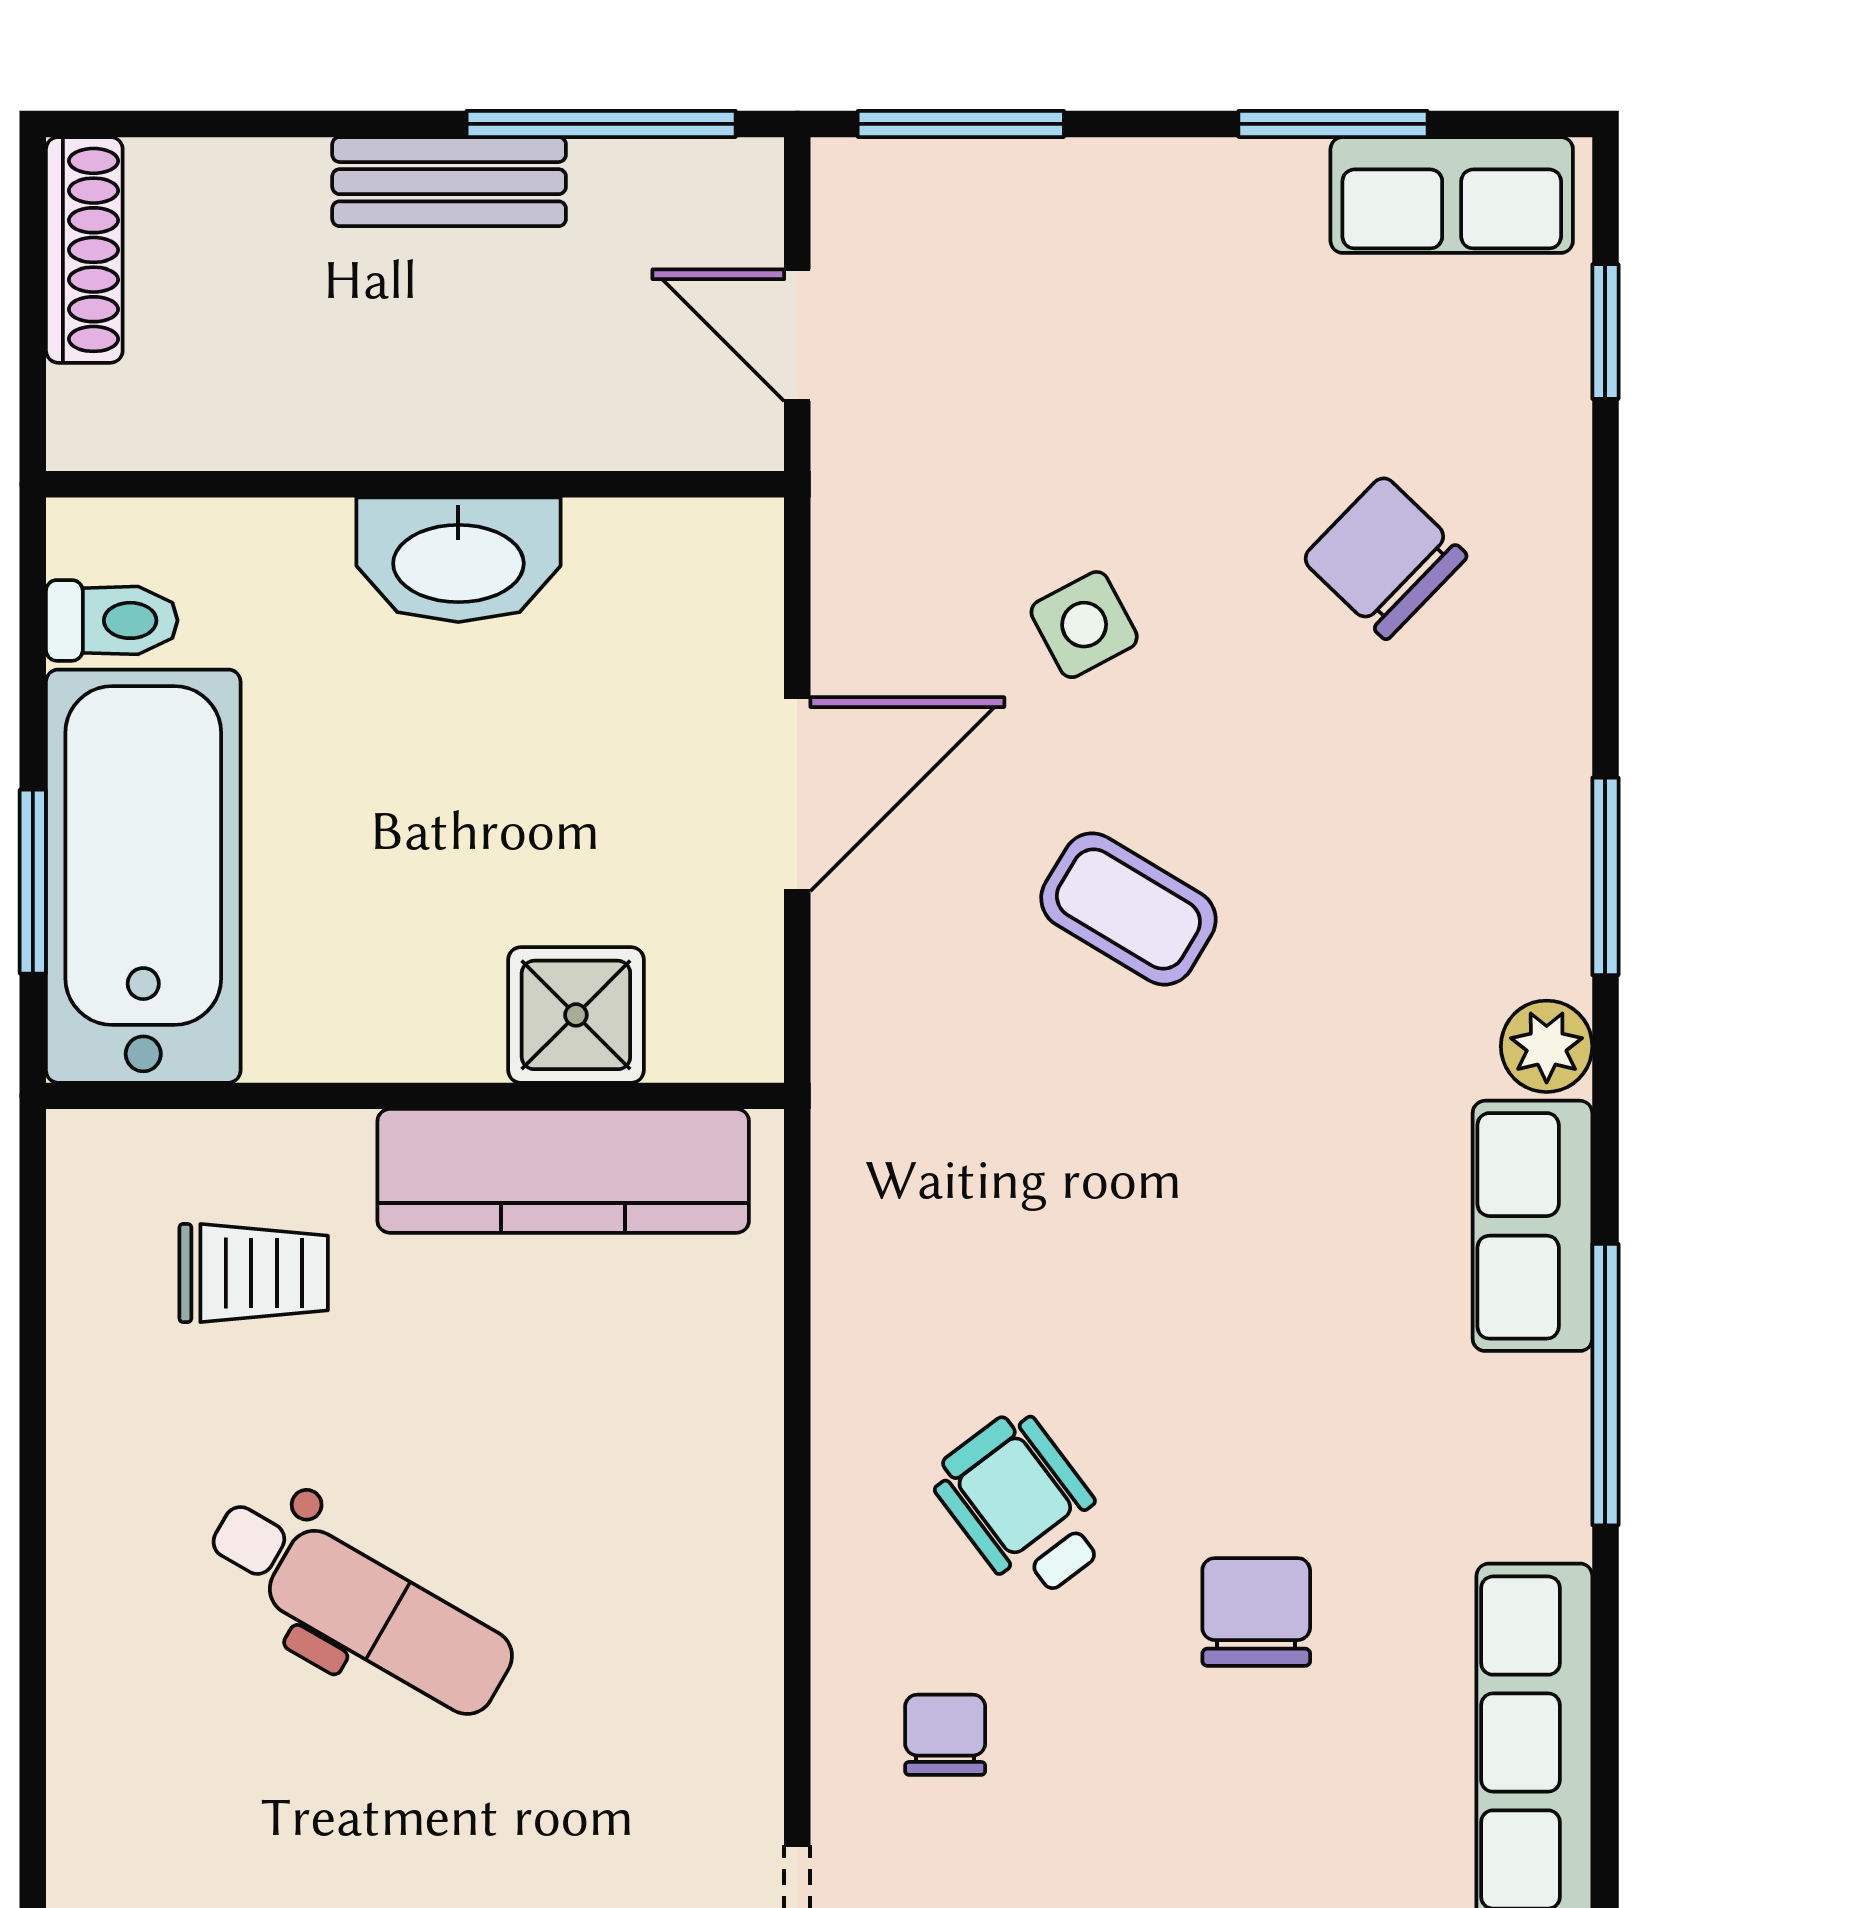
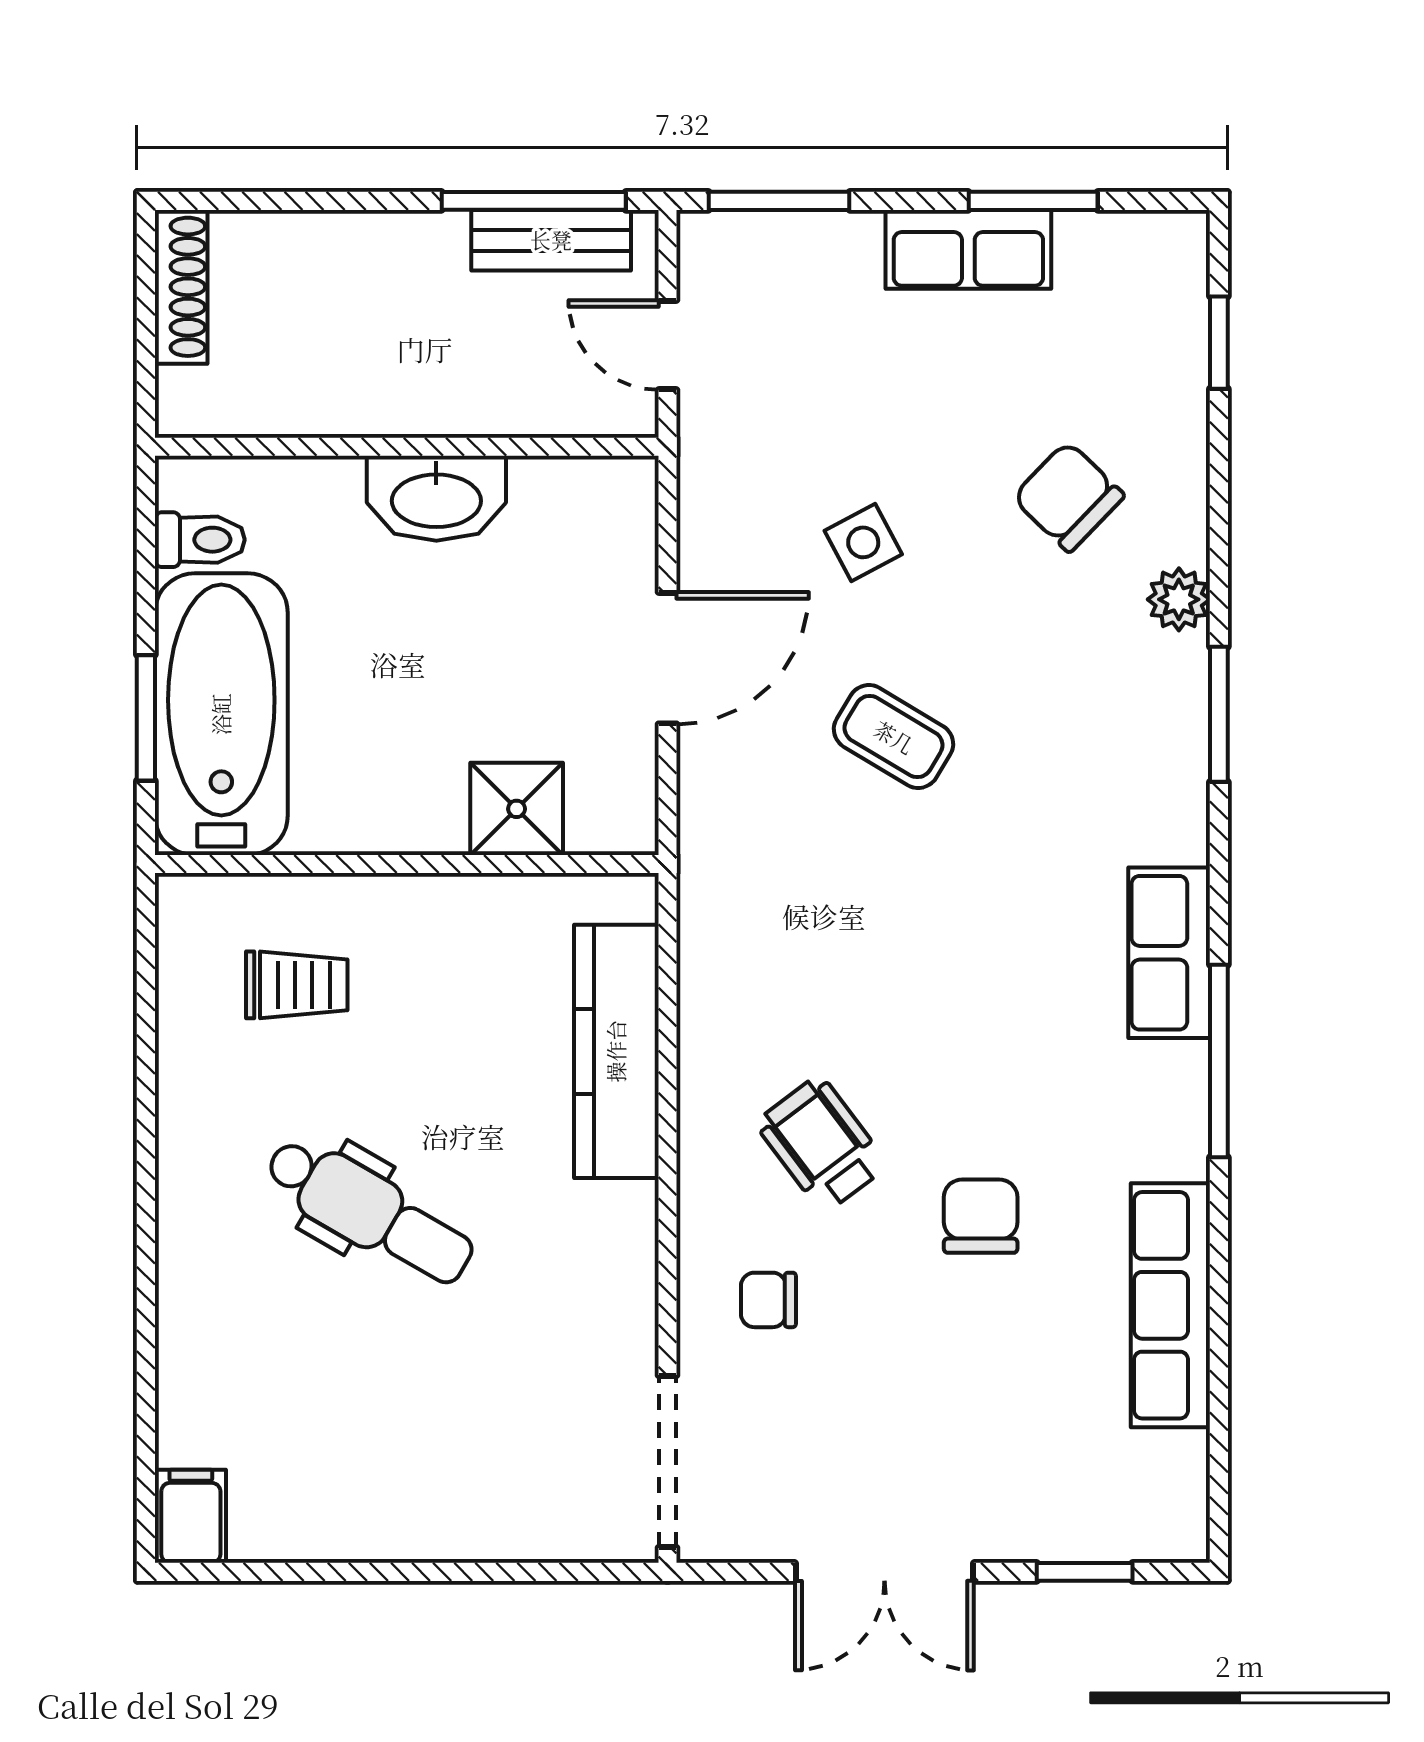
bench: (449, 182) -> (551, 240), moved
row of seats: (1452, 195) -> (968, 249), moved
plant: (1547, 1046) -> (1179, 599), moved
kitchen counter: (563, 1171) -> (616, 1051), moved, turned 90
chair: (945, 1735) -> (768, 1300), turned -90

